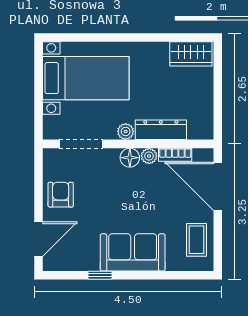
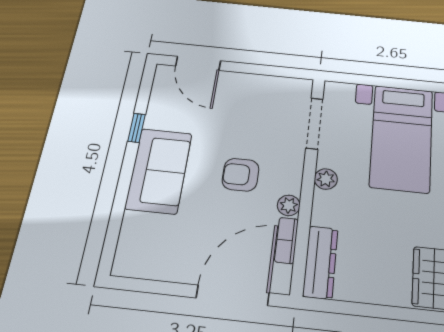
dresser: (161, 130) -> (320, 262), moved
floor lamp: (130, 158) -> (289, 181), removed
armchair: (61, 195) -> (241, 175), moved, turned 180
coffee table: (197, 240) -> (160, 257), removed

